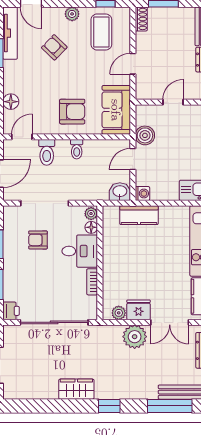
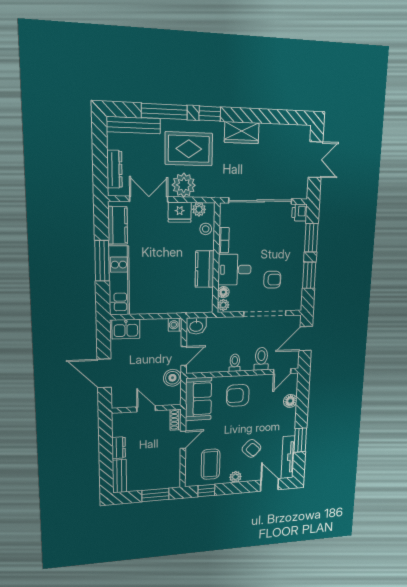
shoe rack: (141, 19) -> (176, 420), moved
door: (173, 102) -> (146, 409), swing flipped
kitchen counter: (139, 215) -> (205, 269), moved, turned -90
stool: (111, 293) -> (206, 229), added
rug: (130, 372) -> (189, 149), added
window: (170, 406) -> (164, 111), moved

